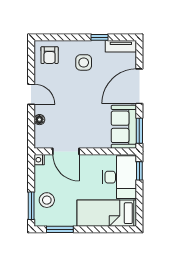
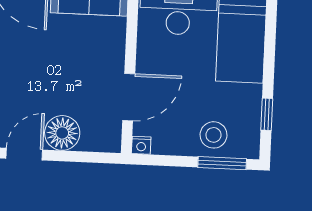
floor lamp: (39, 120) -> (62, 133), width x1.89, depth x1.89
window: (60, 229) -> (267, 114), width x0.67

